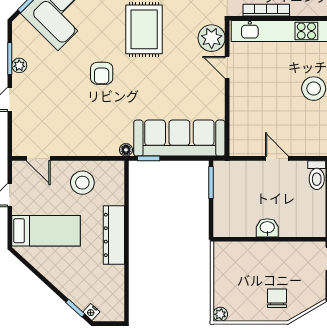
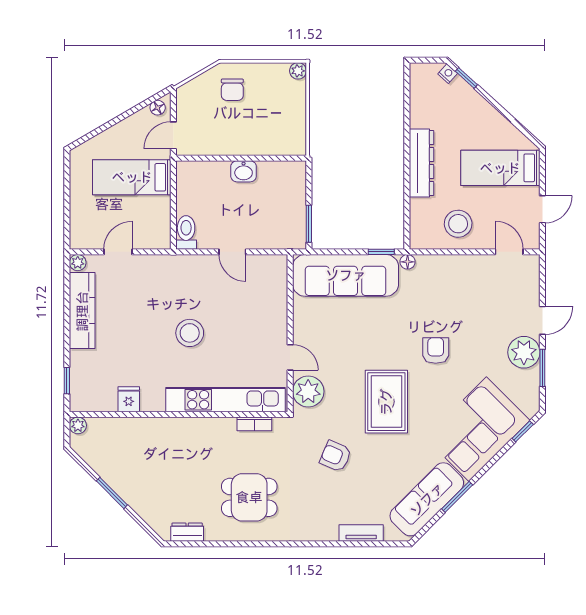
bookcase: (266, 10) -> (254, 424), width x0.64
plant: (19, 65) -> (524, 352), width x1.87, depth x1.87

